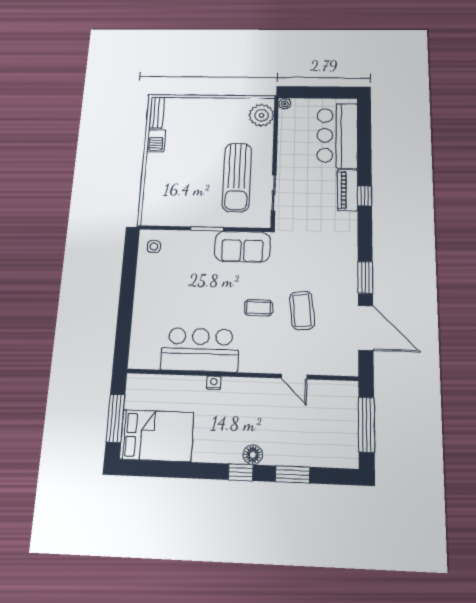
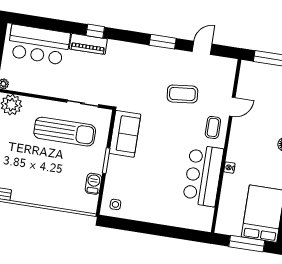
barbecue: (156, 141) -> (93, 184), moved, turned -90
coffee table: (259, 308) -> (213, 127), moved
door: (366, 328) -> (202, 48), width x0.53

